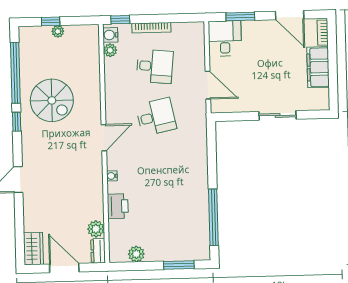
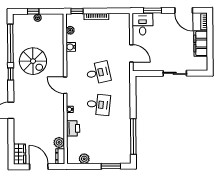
water cooler: (110, 35) -> (71, 47), moved
desk: (155, 66) -> (99, 105), moved
door: (104, 138) -> (65, 85), swing flipped

